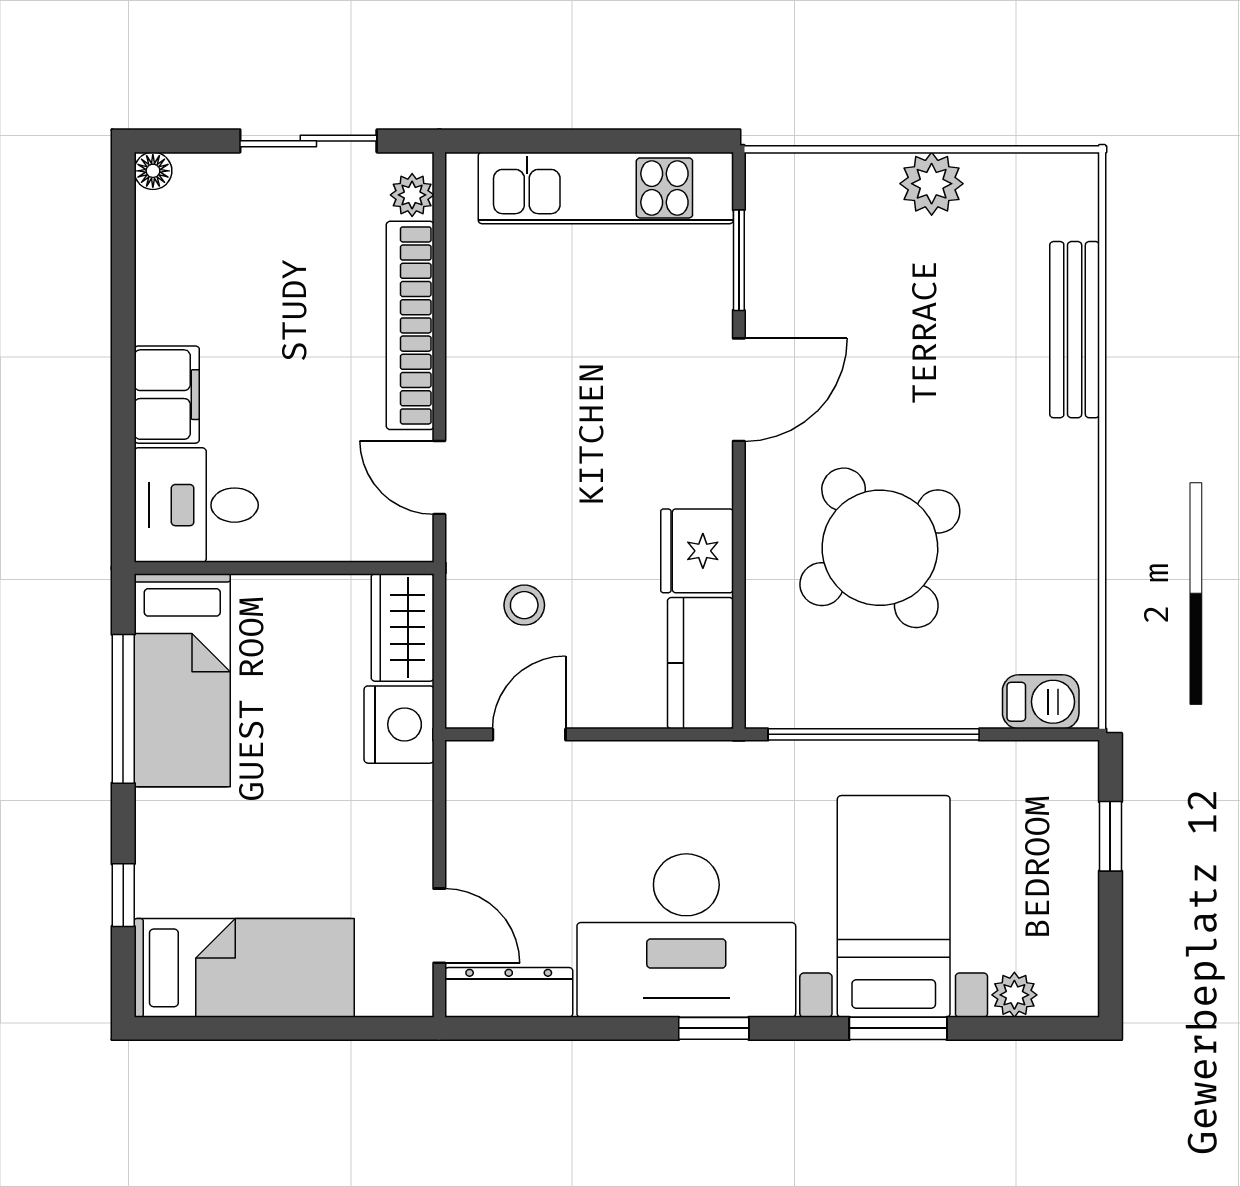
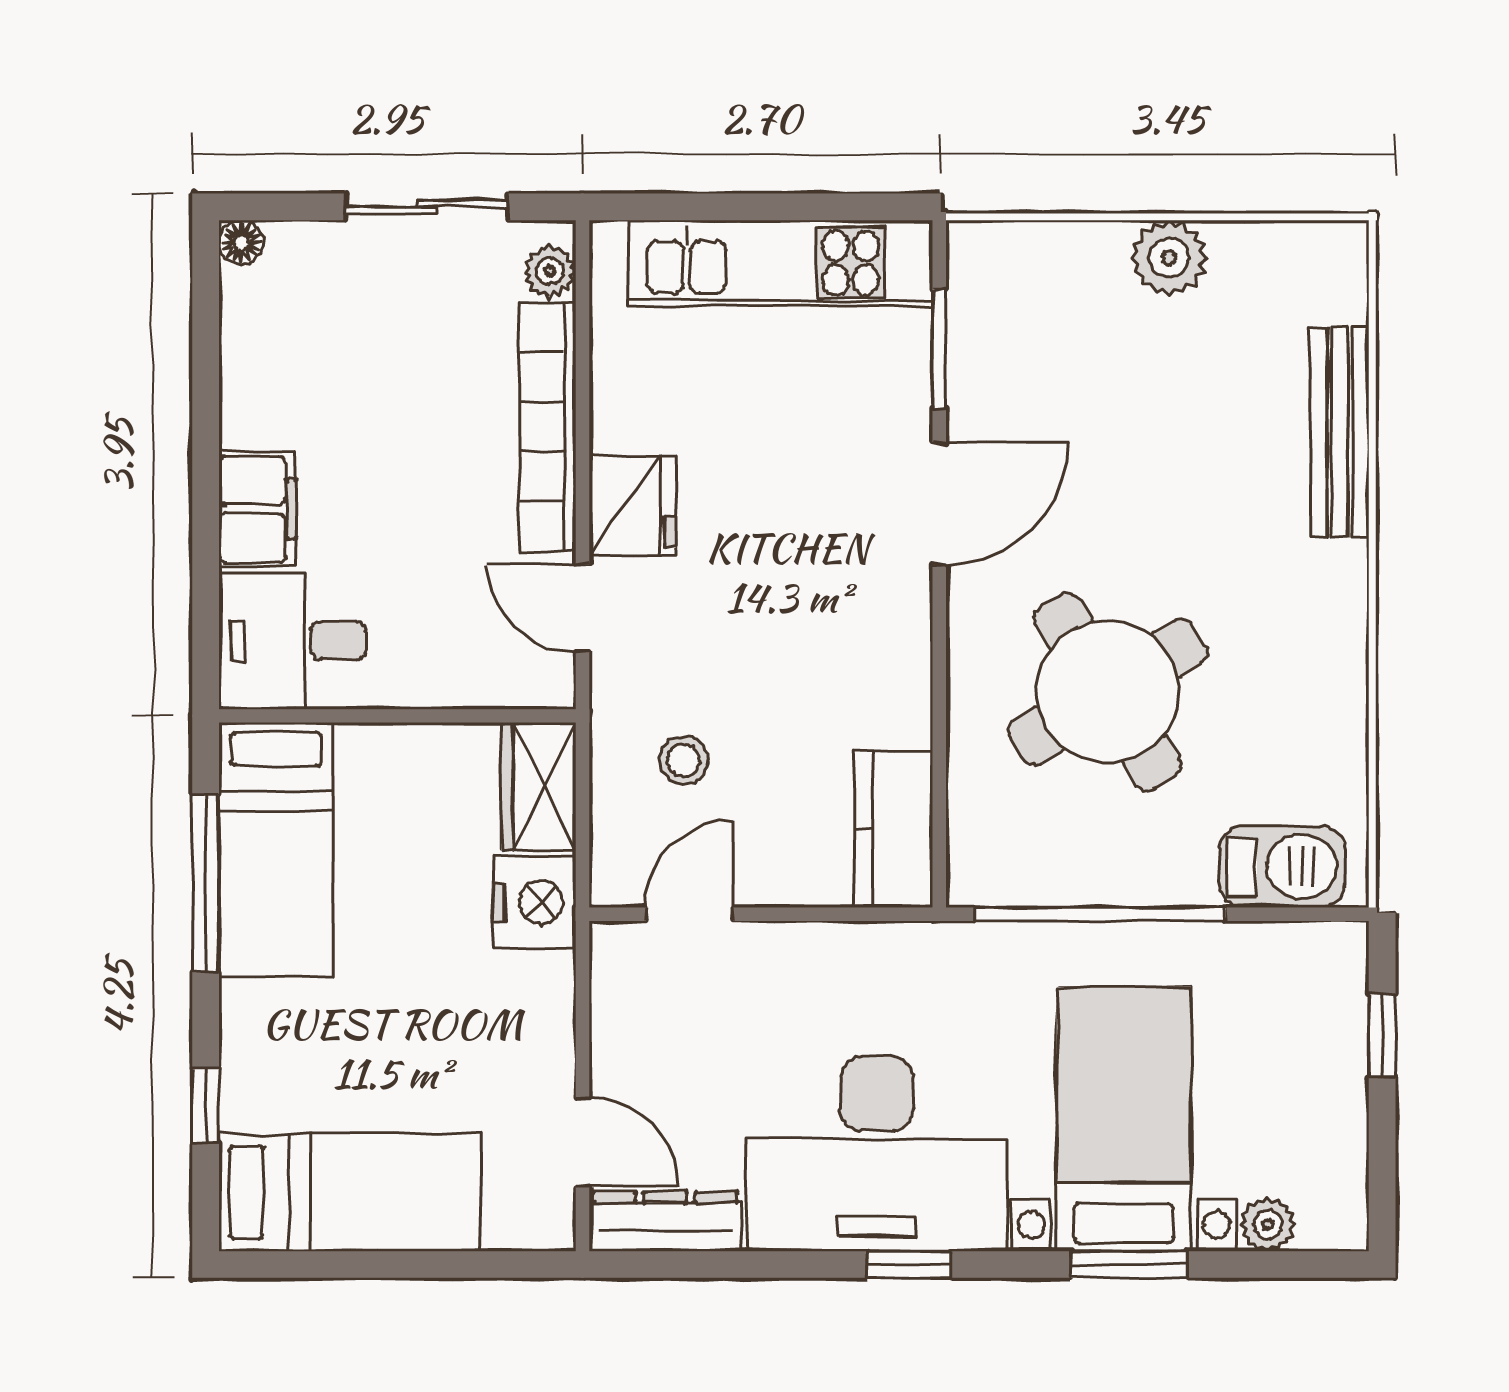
fridge: (697, 551) -> (632, 506), moved, turned 180
barbecue: (1041, 702) -> (1282, 867), width x1.38, depth x1.27

